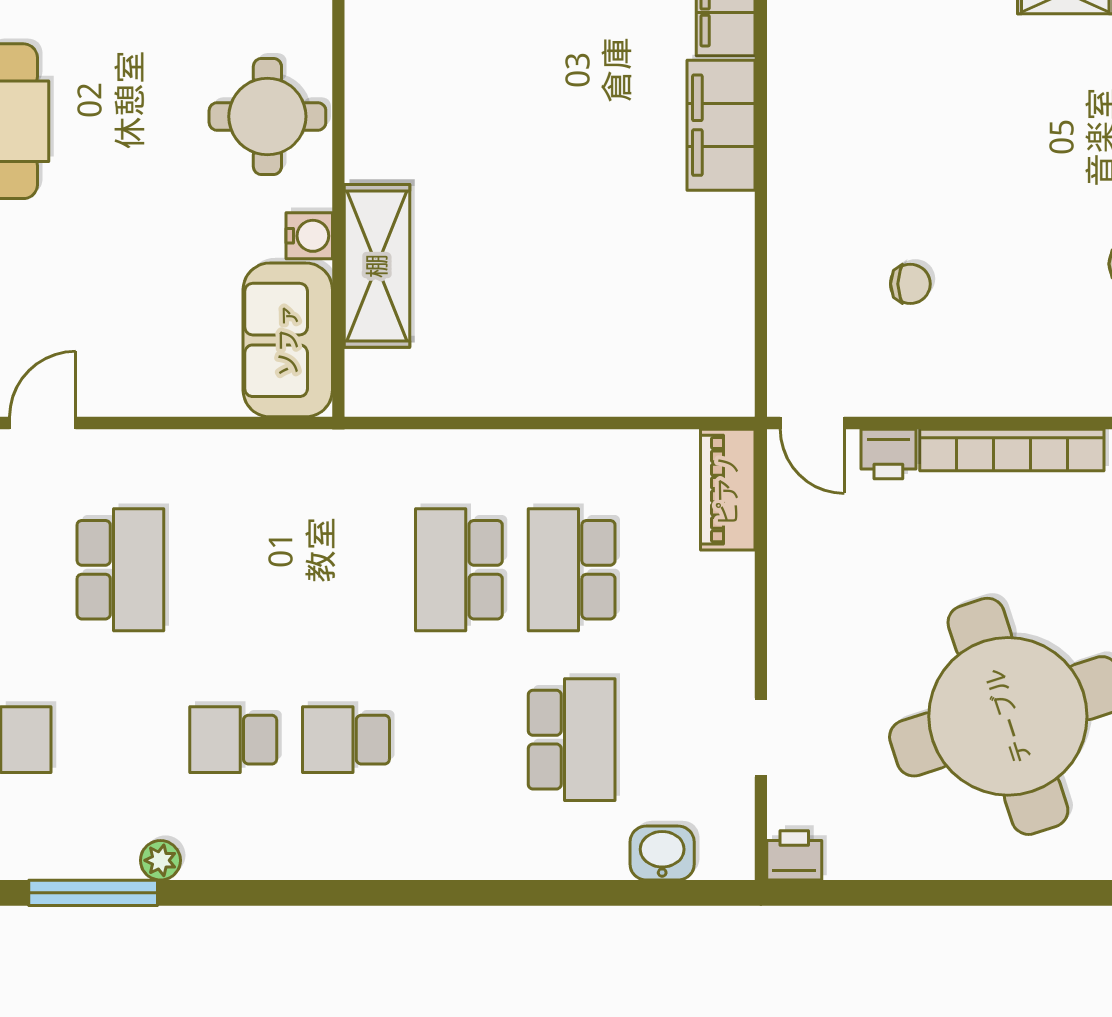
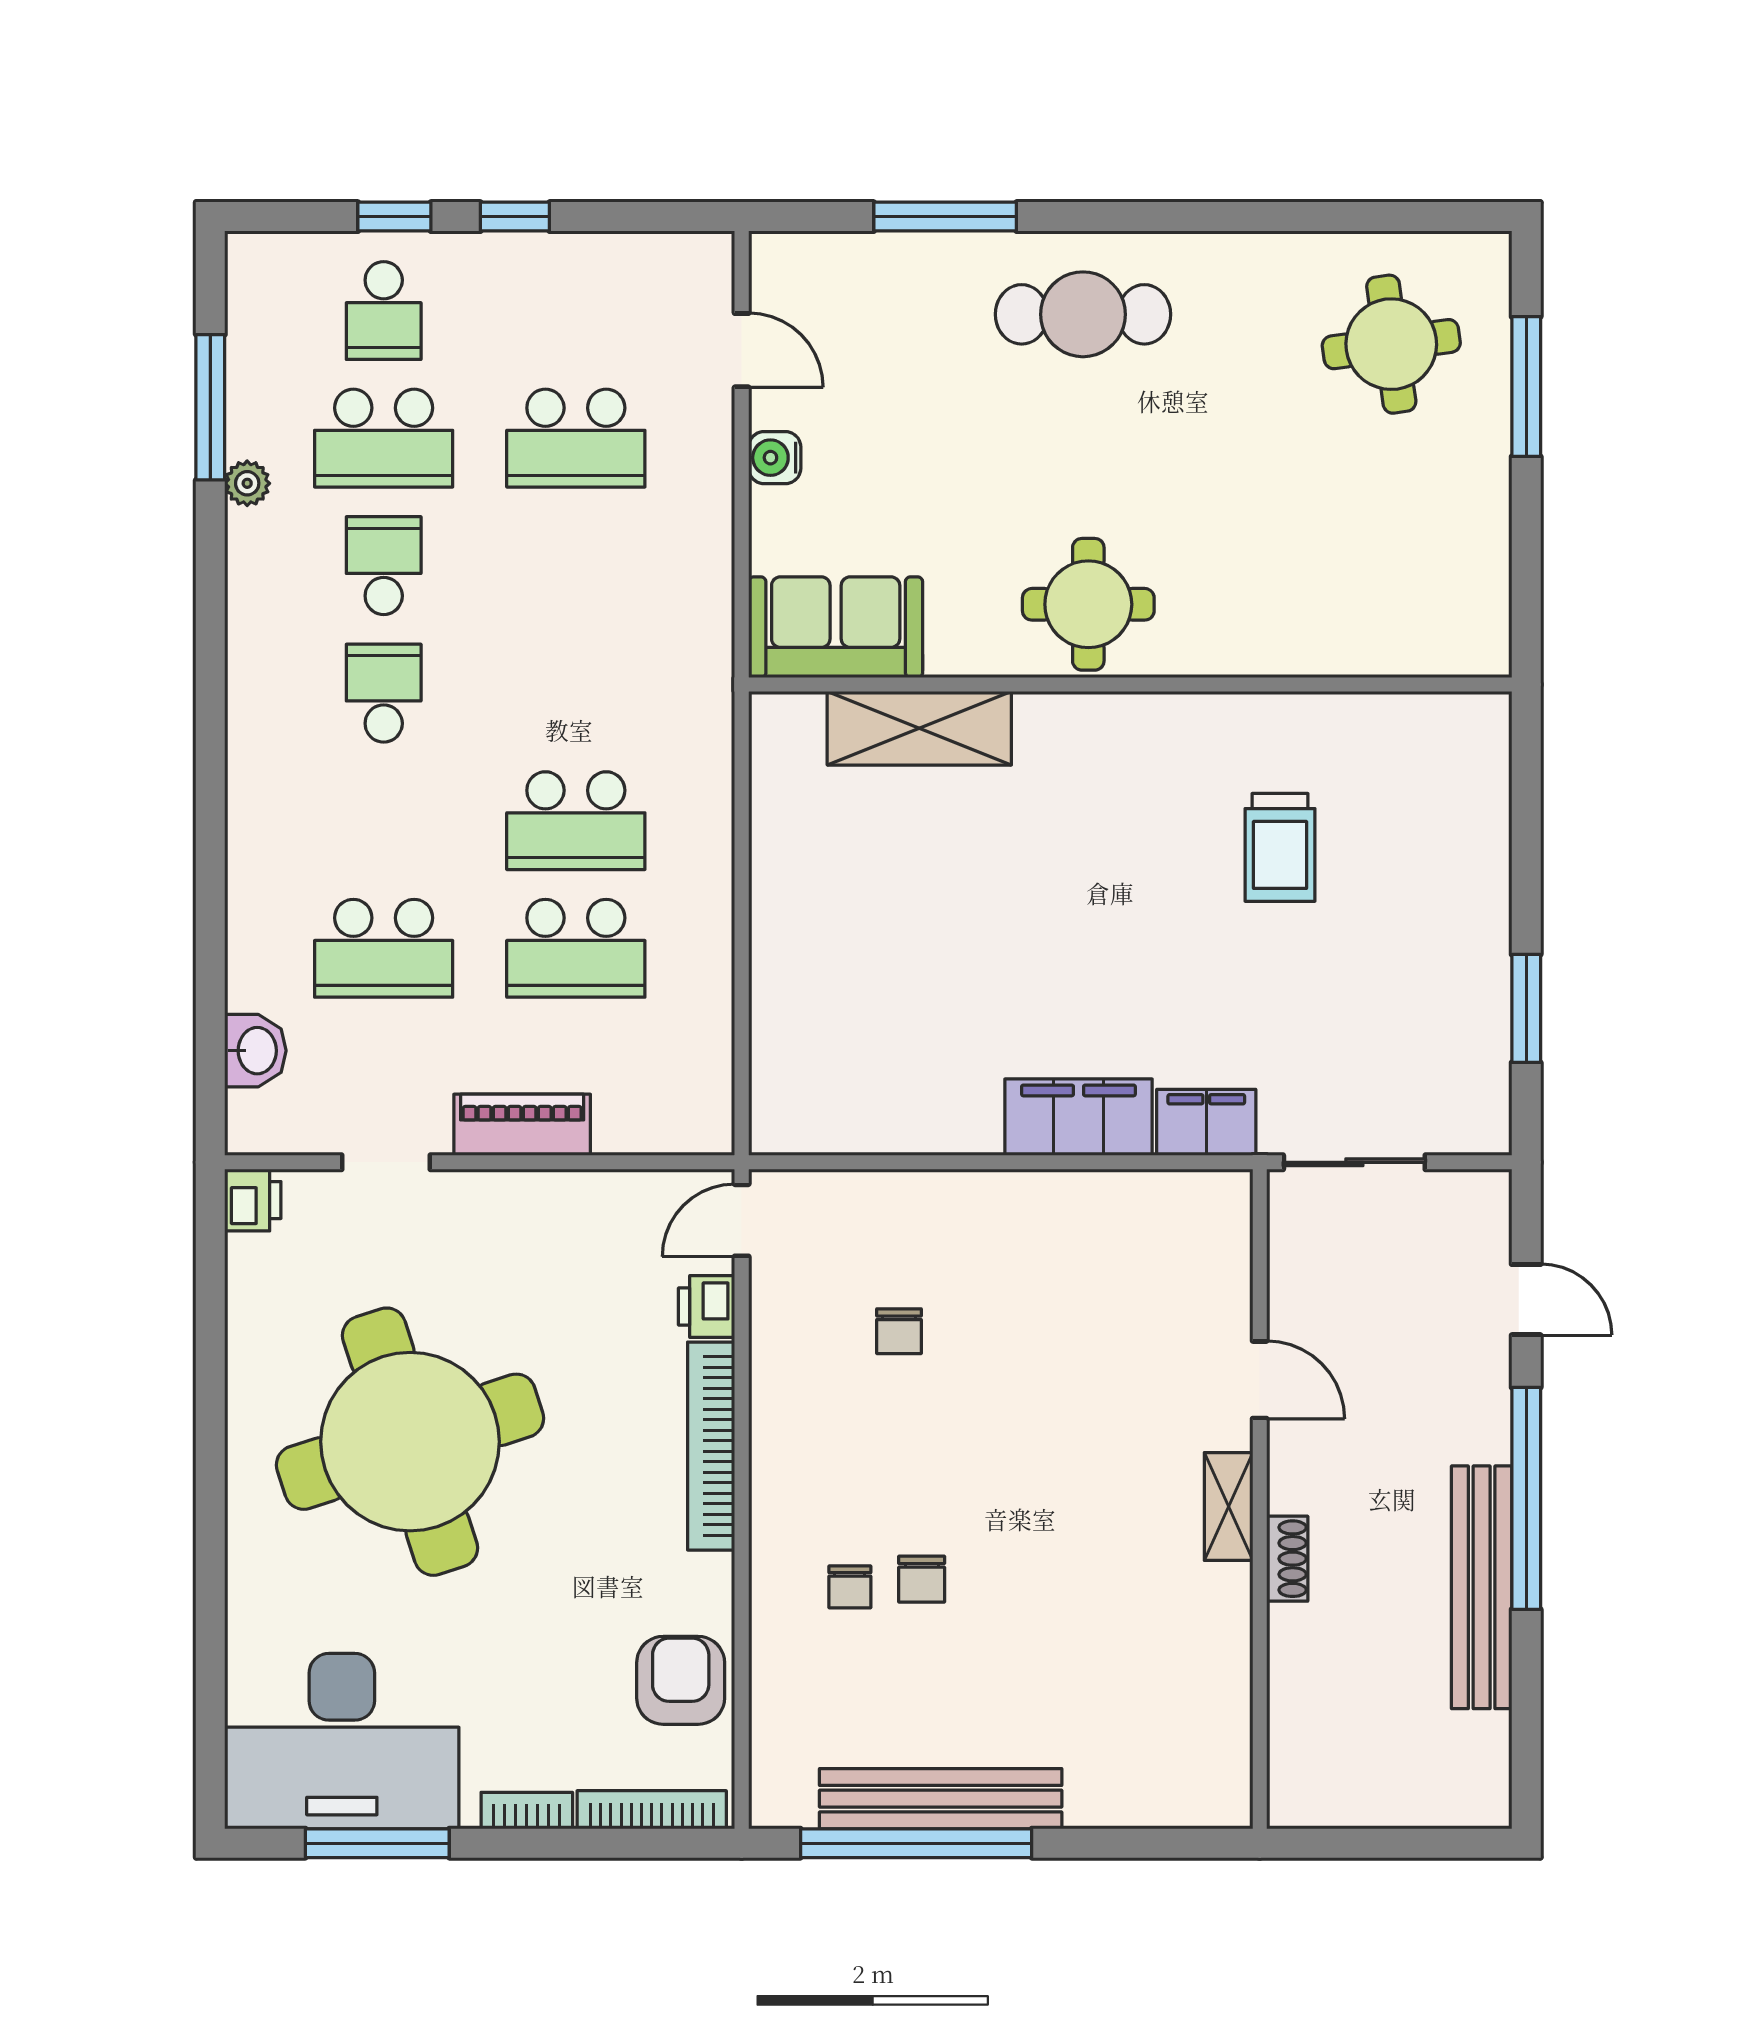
water cooler: (309, 236) -> (775, 458), moved, turned 90
piano: (728, 490) -> (522, 1125), moved
school desk: (459, 570) -> (576, 821), turned 180
school desk: (572, 570) -> (576, 948), turned 180
school desk: (120, 740) -> (384, 438), added

